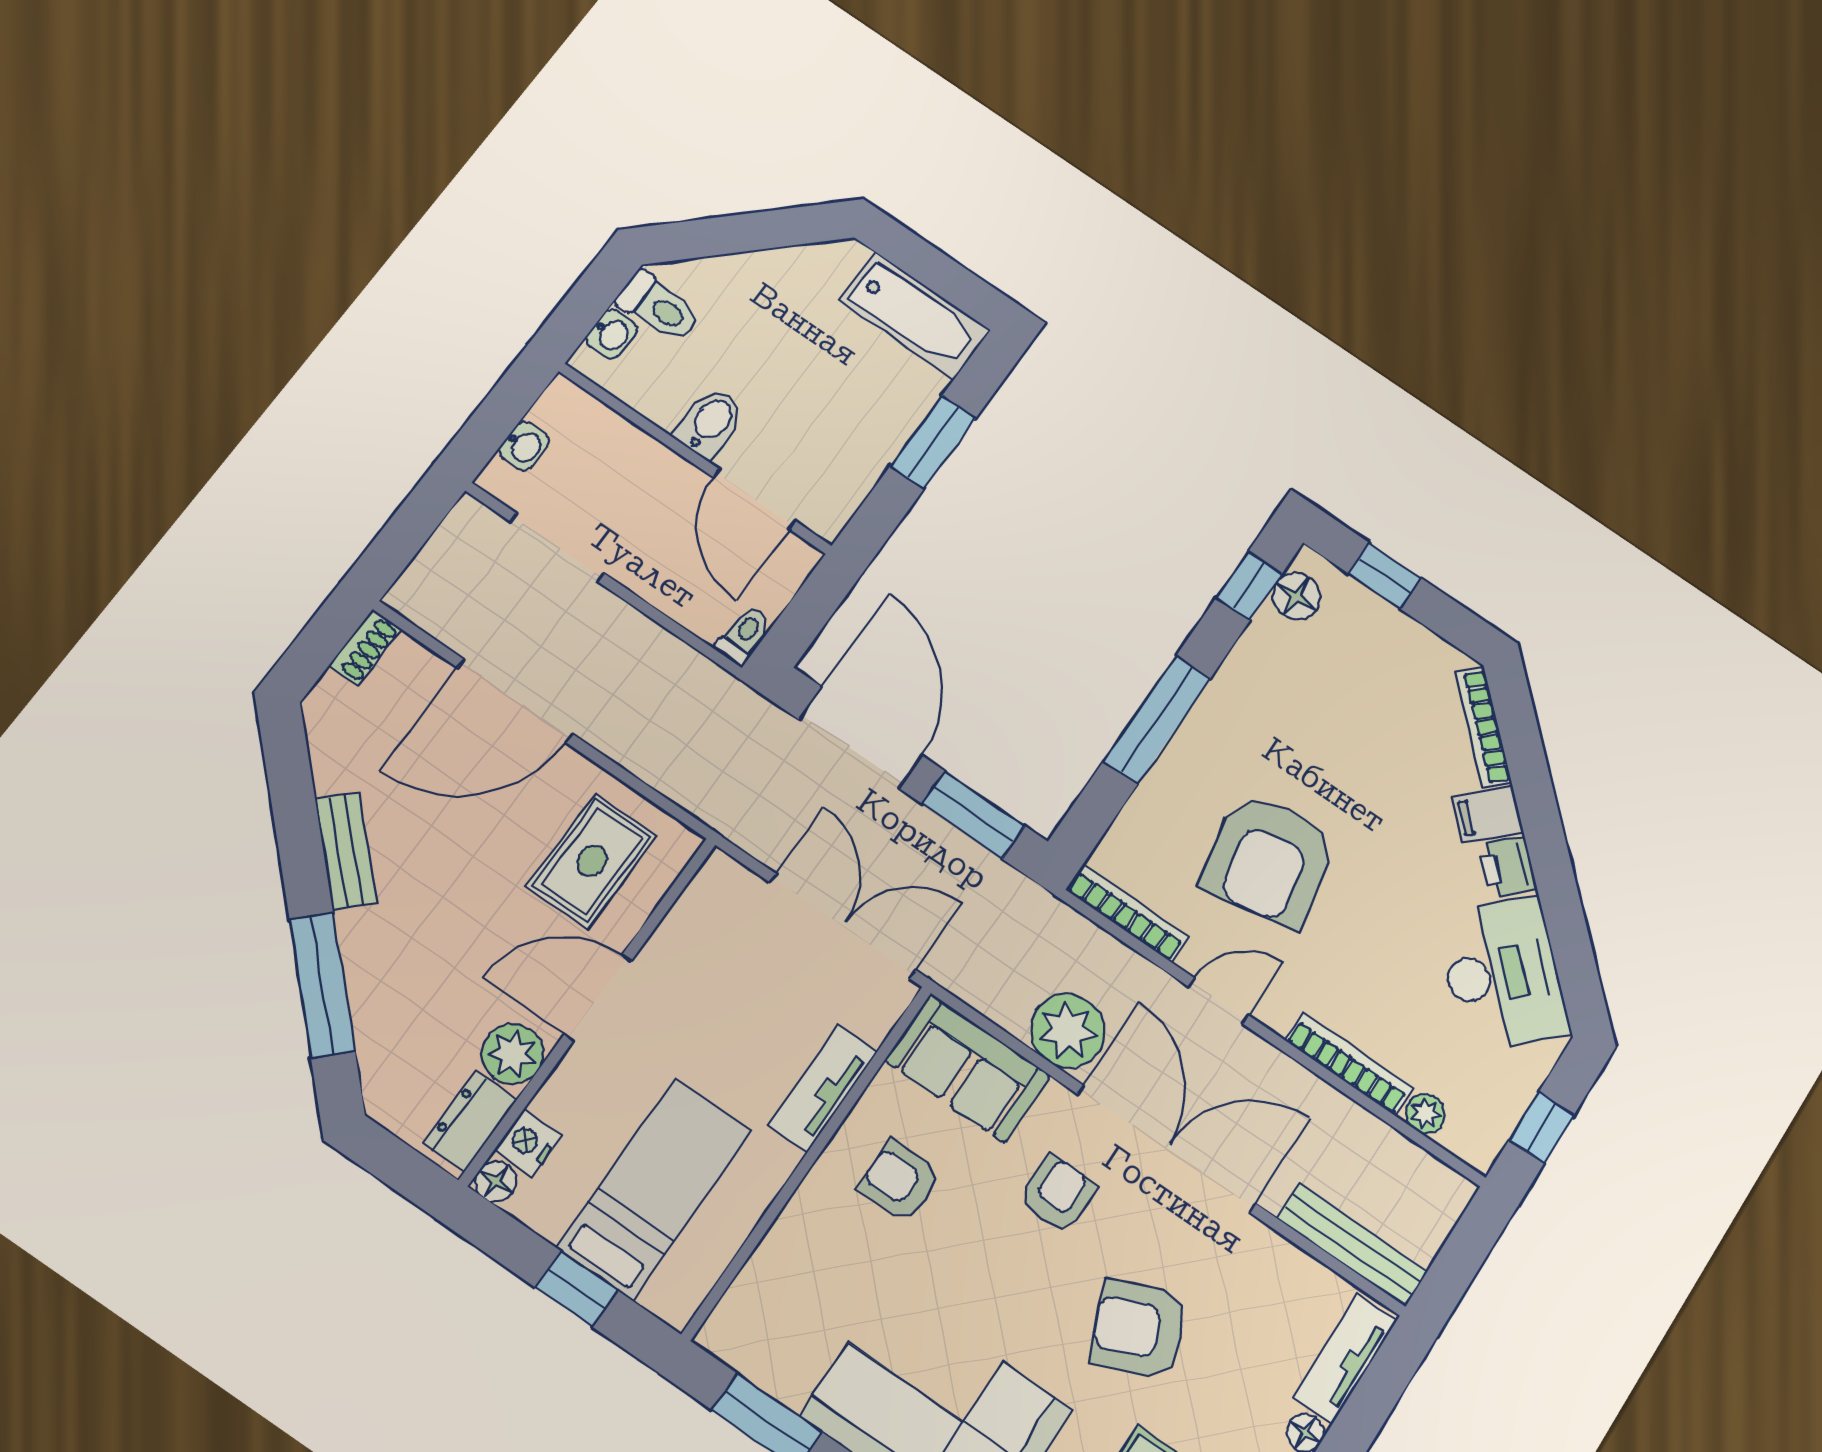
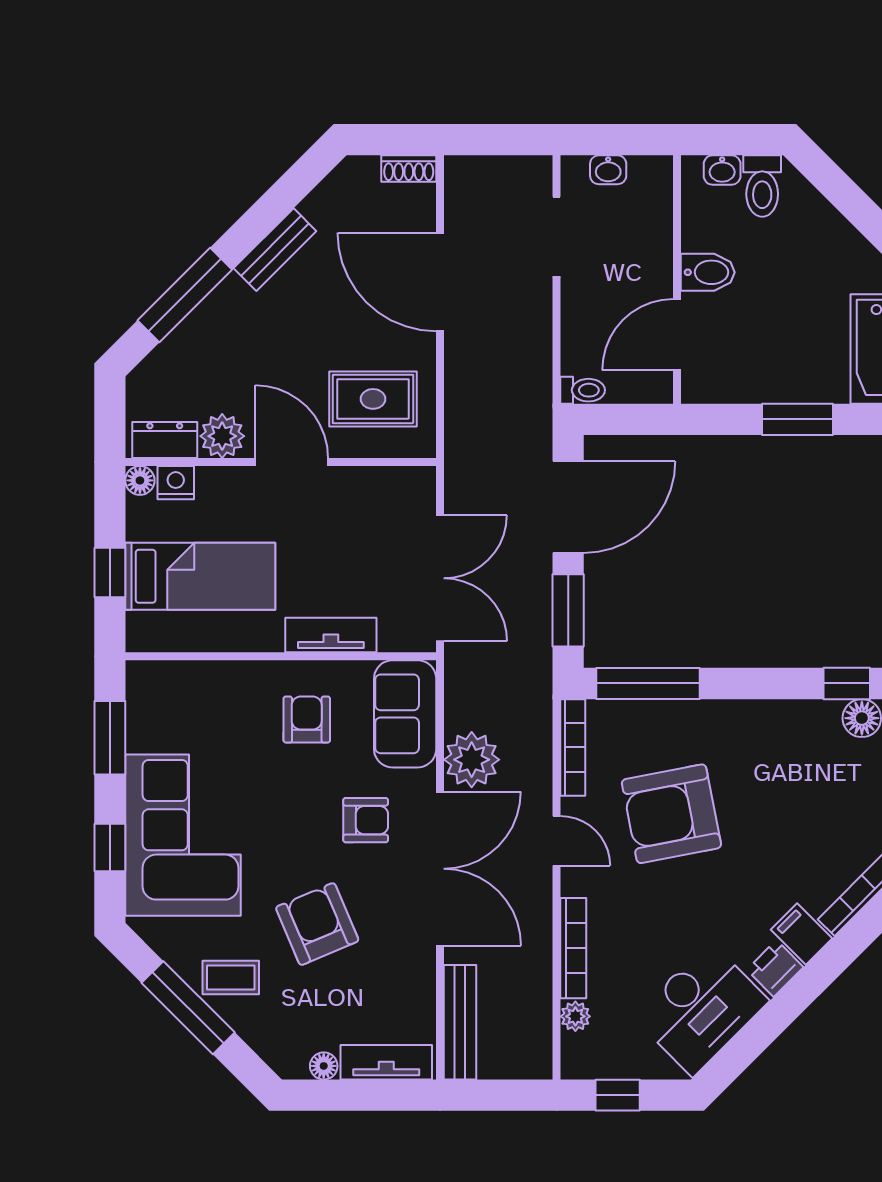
window: (1157, 720) -> (648, 683), moved

